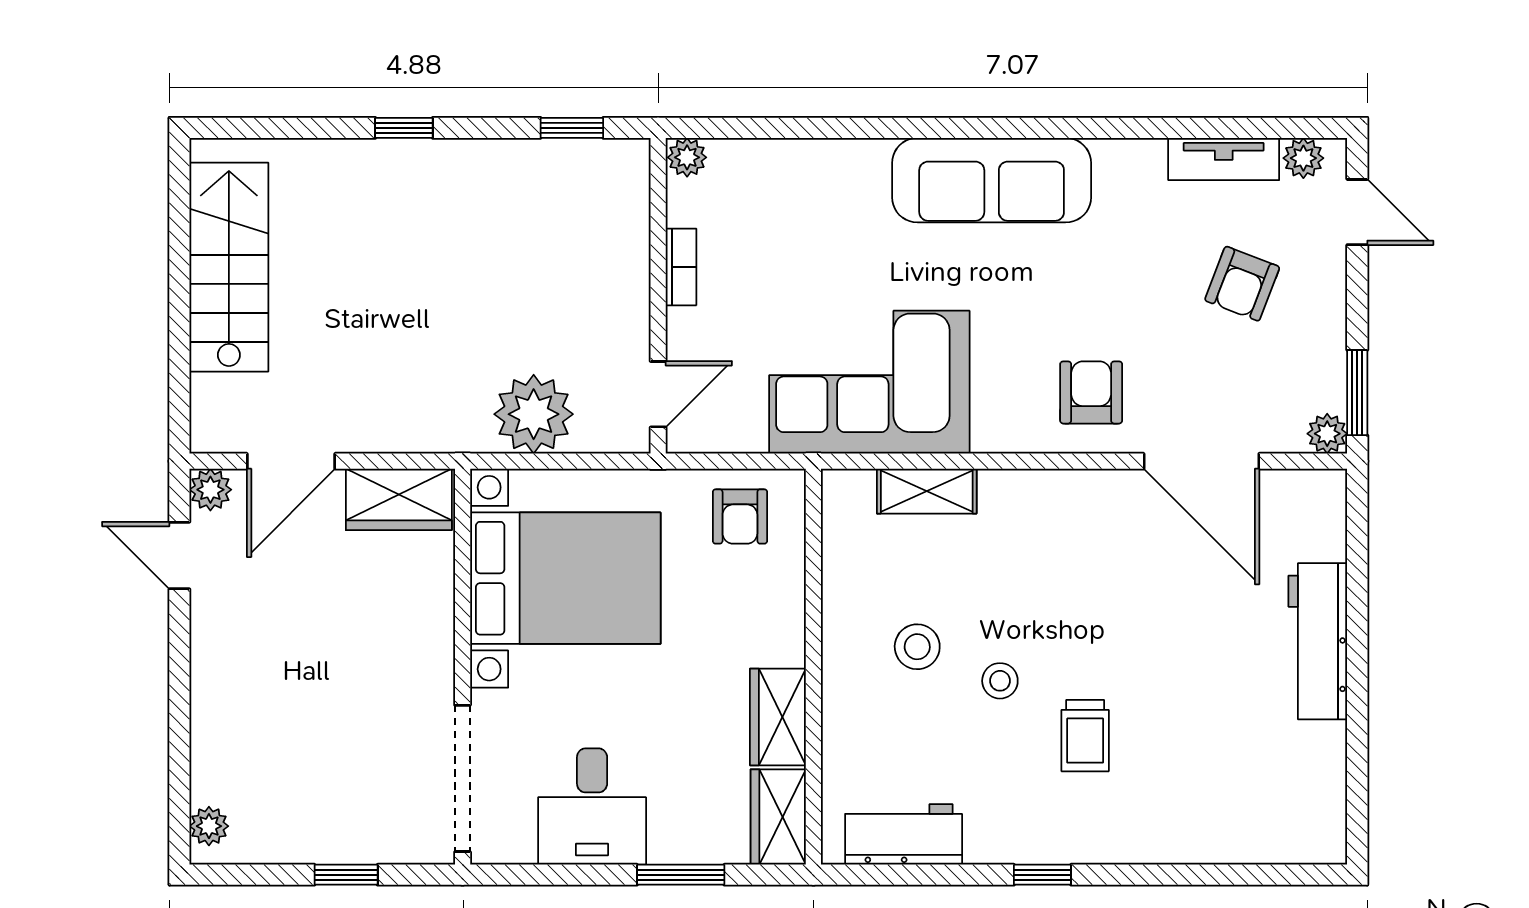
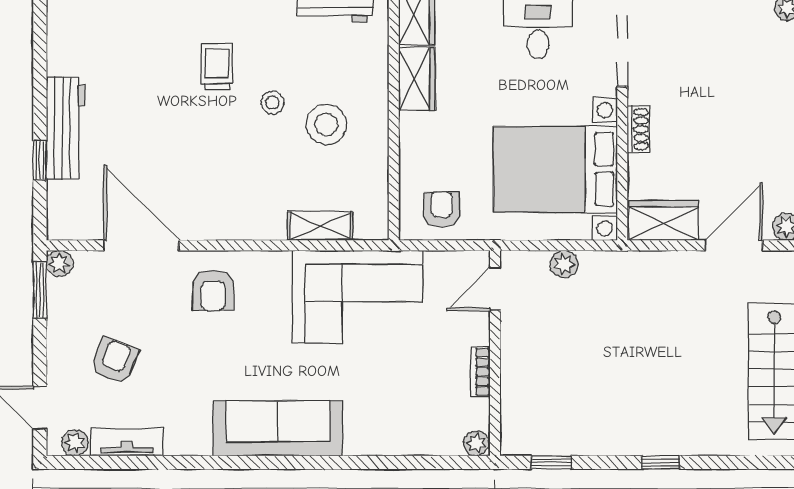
plant: (534, 414) -> (564, 264), width x0.53, depth x0.53
window: (1357, 592) -> (40, 160), added
shoe rack: (438, 640) -> (638, 129), added
stool: (917, 647) -> (326, 125), width x1.38, depth x1.38

